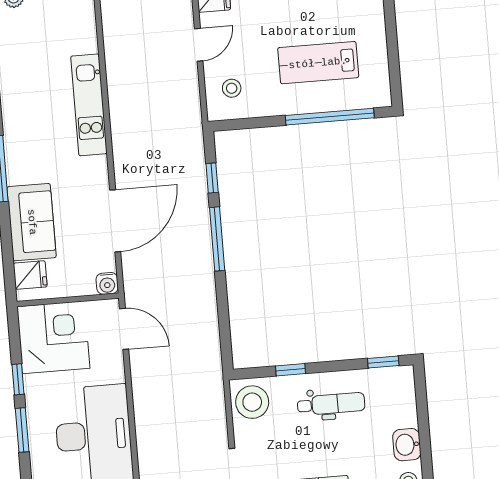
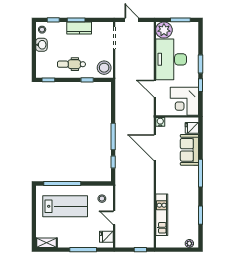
door: (199, 45) -> (114, 218), hinge flipped
lab bench: (318, 63) -> (65, 206), width x1.36, depth x1.39
kitchen unit: (89, 105) -> (162, 215), moved
door: (115, 221) -> (155, 148), hinge flipped
door: (124, 329) -> (155, 89), moved

